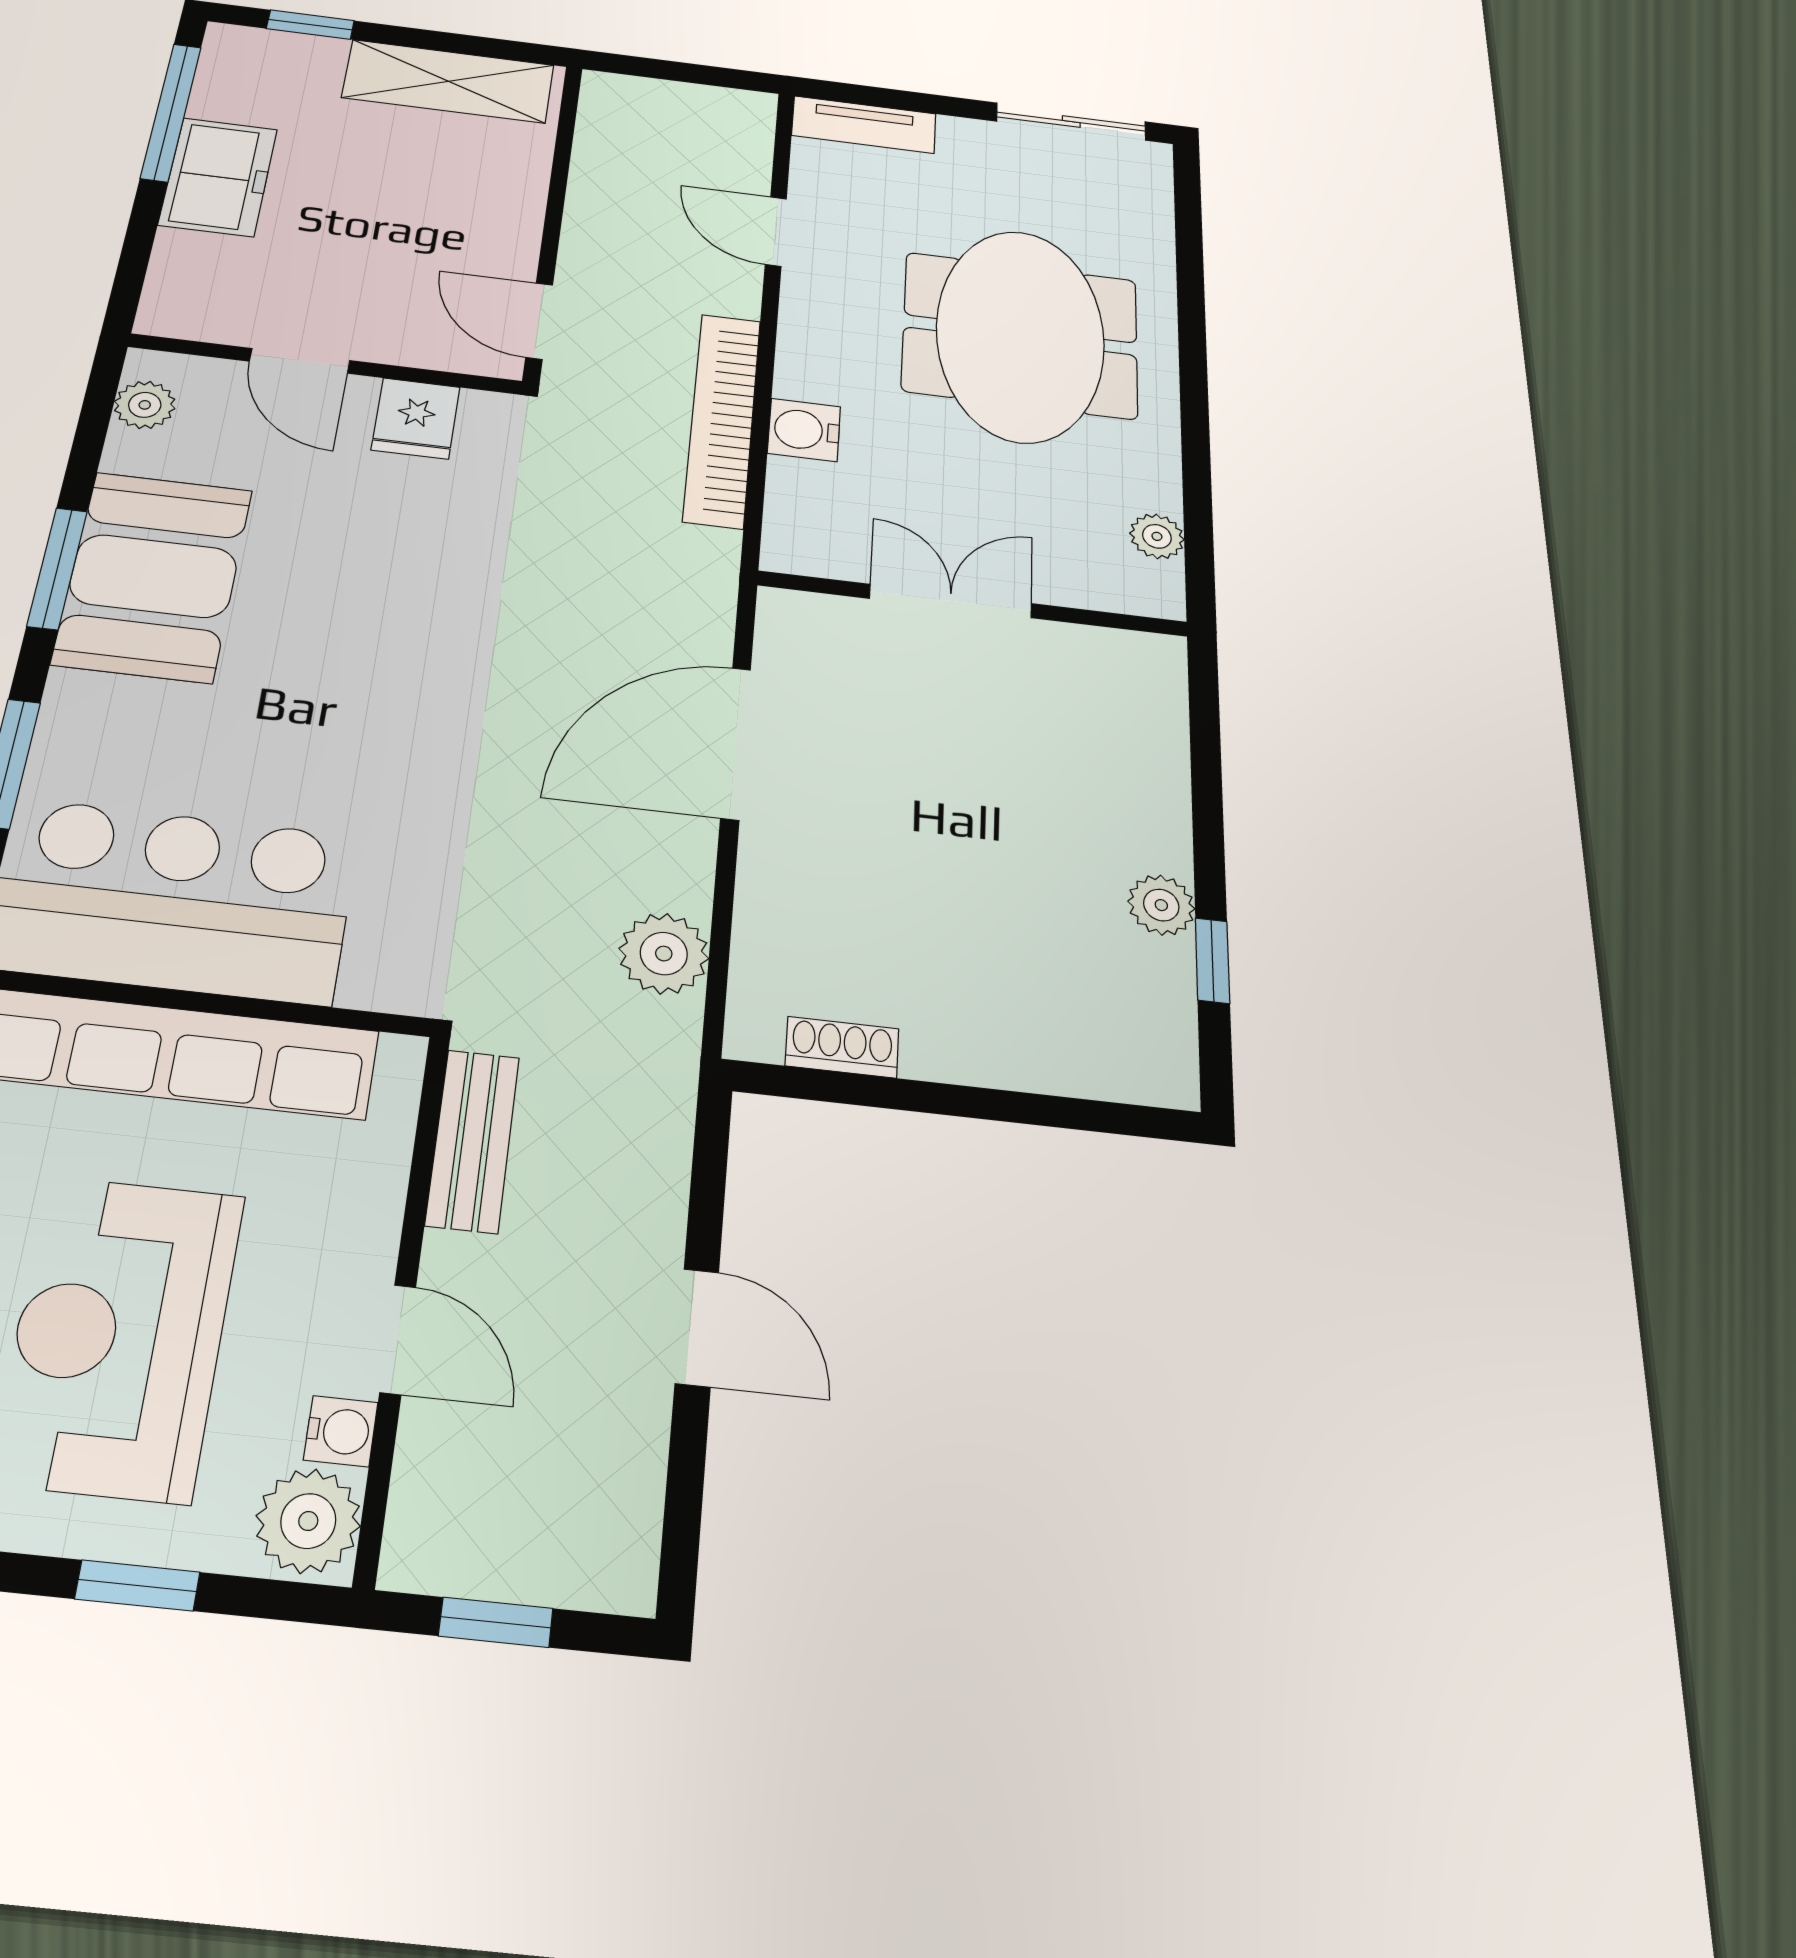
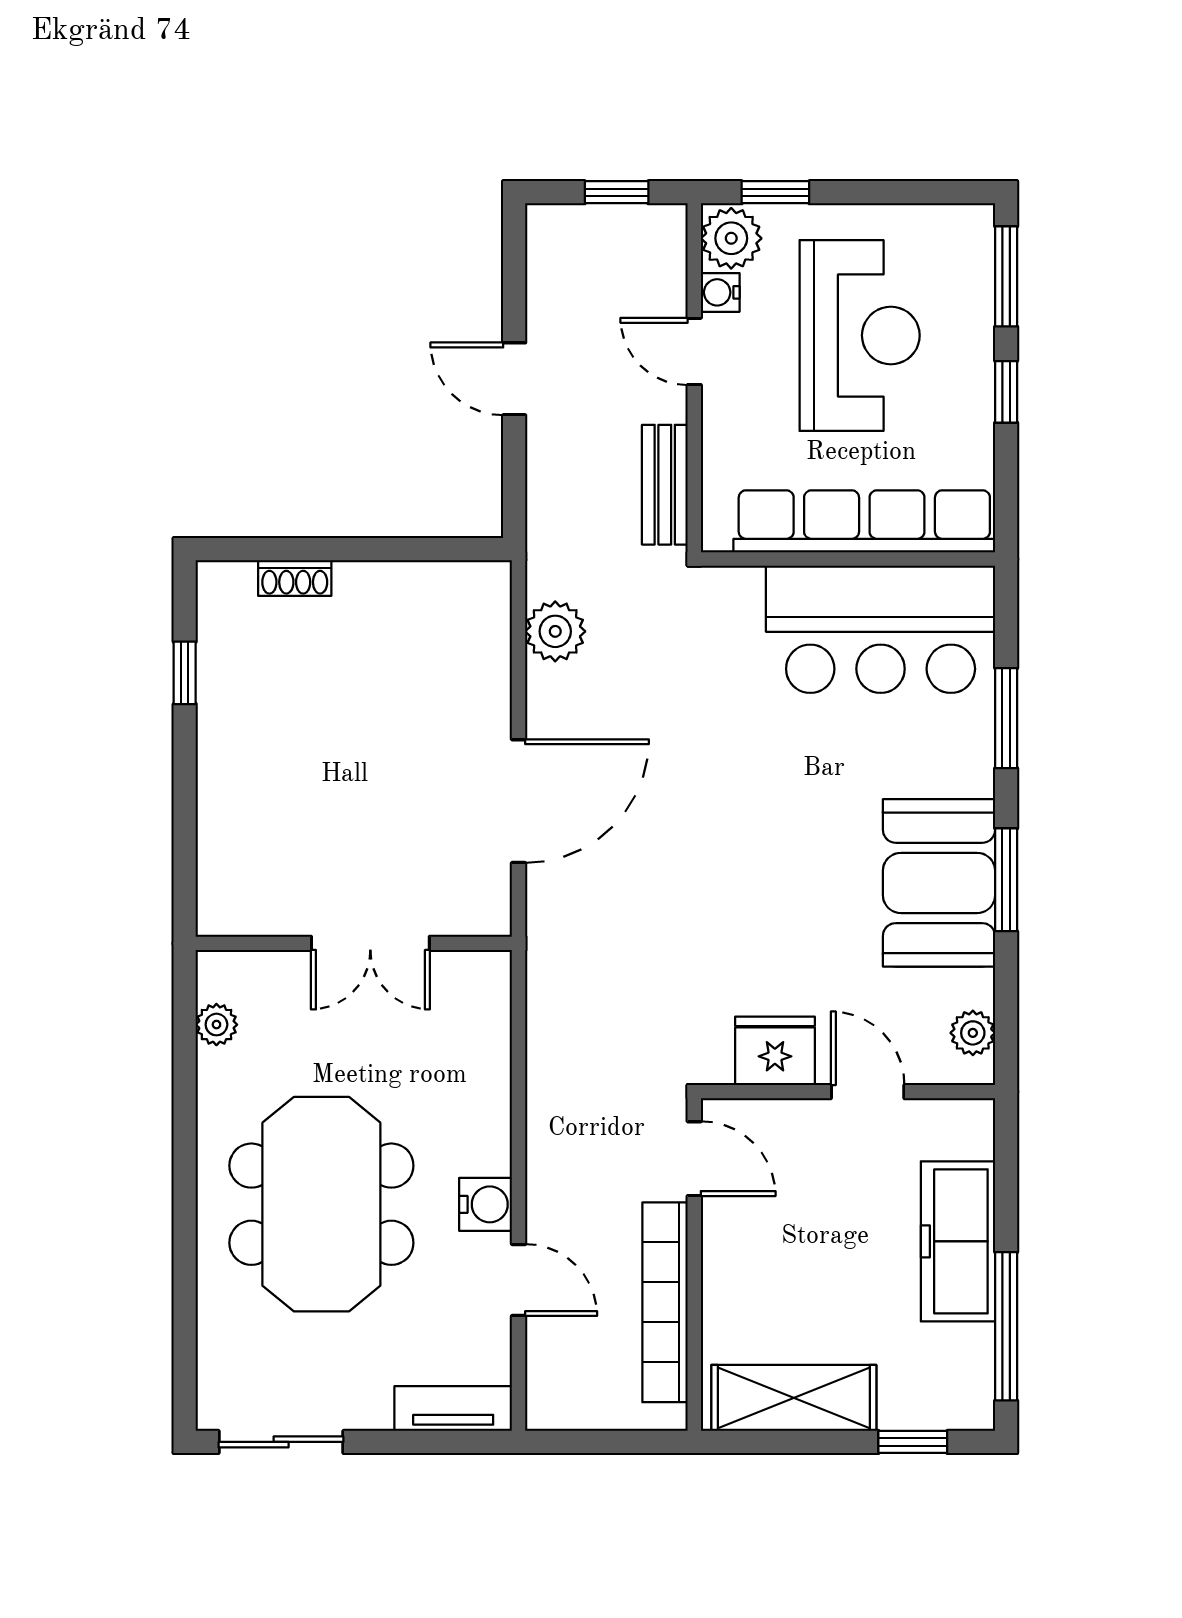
freezer: (218, 177) -> (958, 1241), width x1.40
fridge: (416, 418) -> (775, 1051), width x1.38
bookcase: (722, 419) -> (665, 1302), moved, turned 180
water cooler: (804, 430) -> (486, 1204), moved
plant: (1161, 905) -> (219, 711), removed
shoe rack: (842, 1047) -> (295, 578), moved
window: (137, 1586) -> (775, 192), moved

